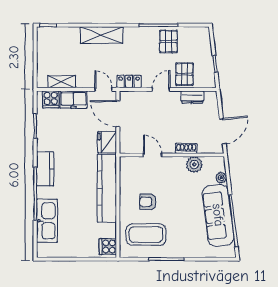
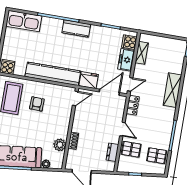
pallet: (168, 41) -> (157, 156), moved
door: (153, 155) -> (75, 98), moved
kitchen sink: (47, 221) -> (24, 21), moved

